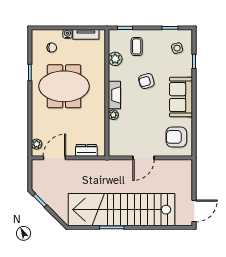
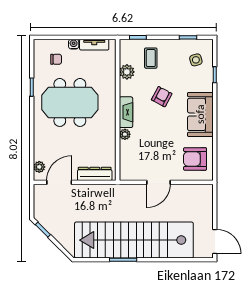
armchair: (146, 81) -> (162, 97), turned 134
dresser: (86, 150) -> (95, 174), width x1.44
door: (194, 211) -> (215, 242), hinge flipped

